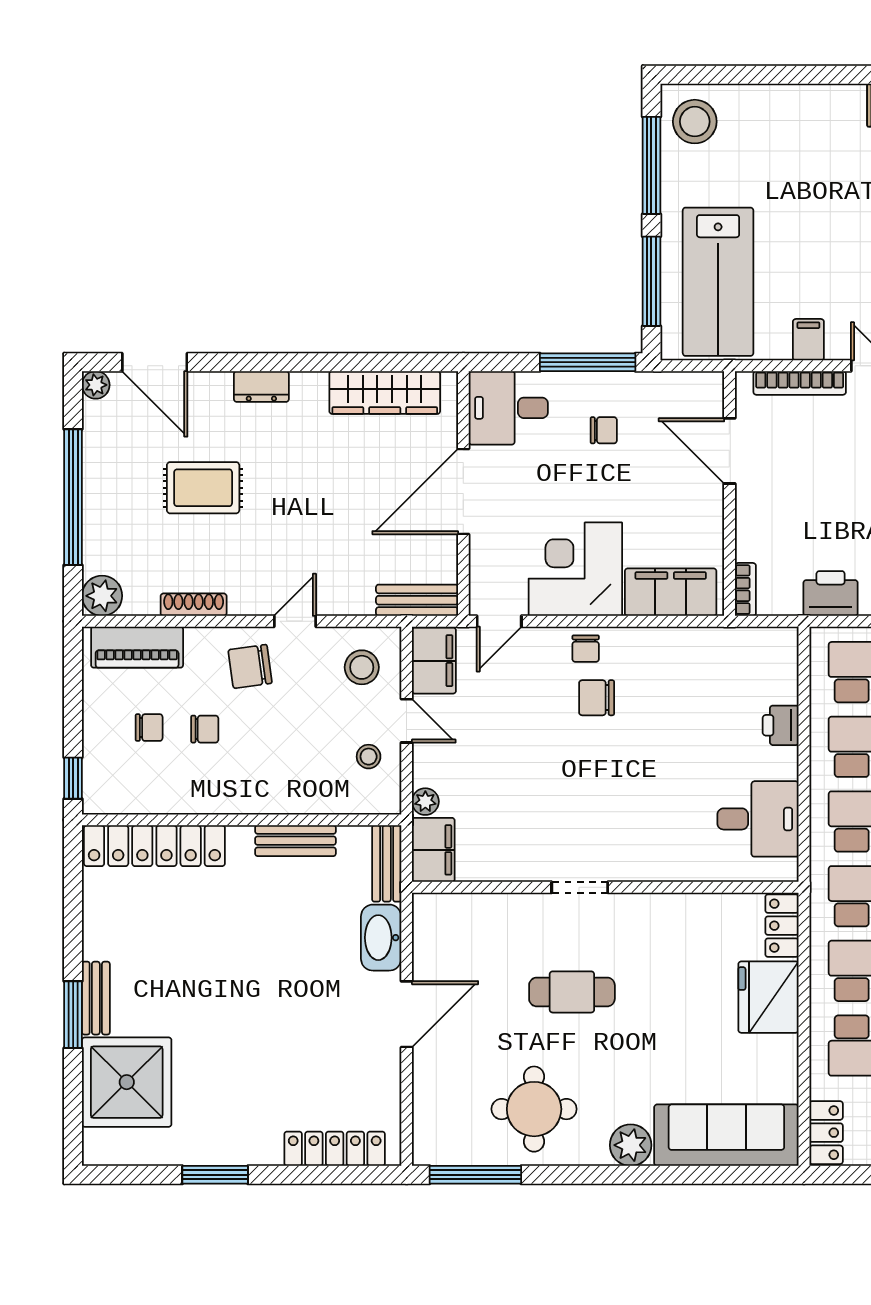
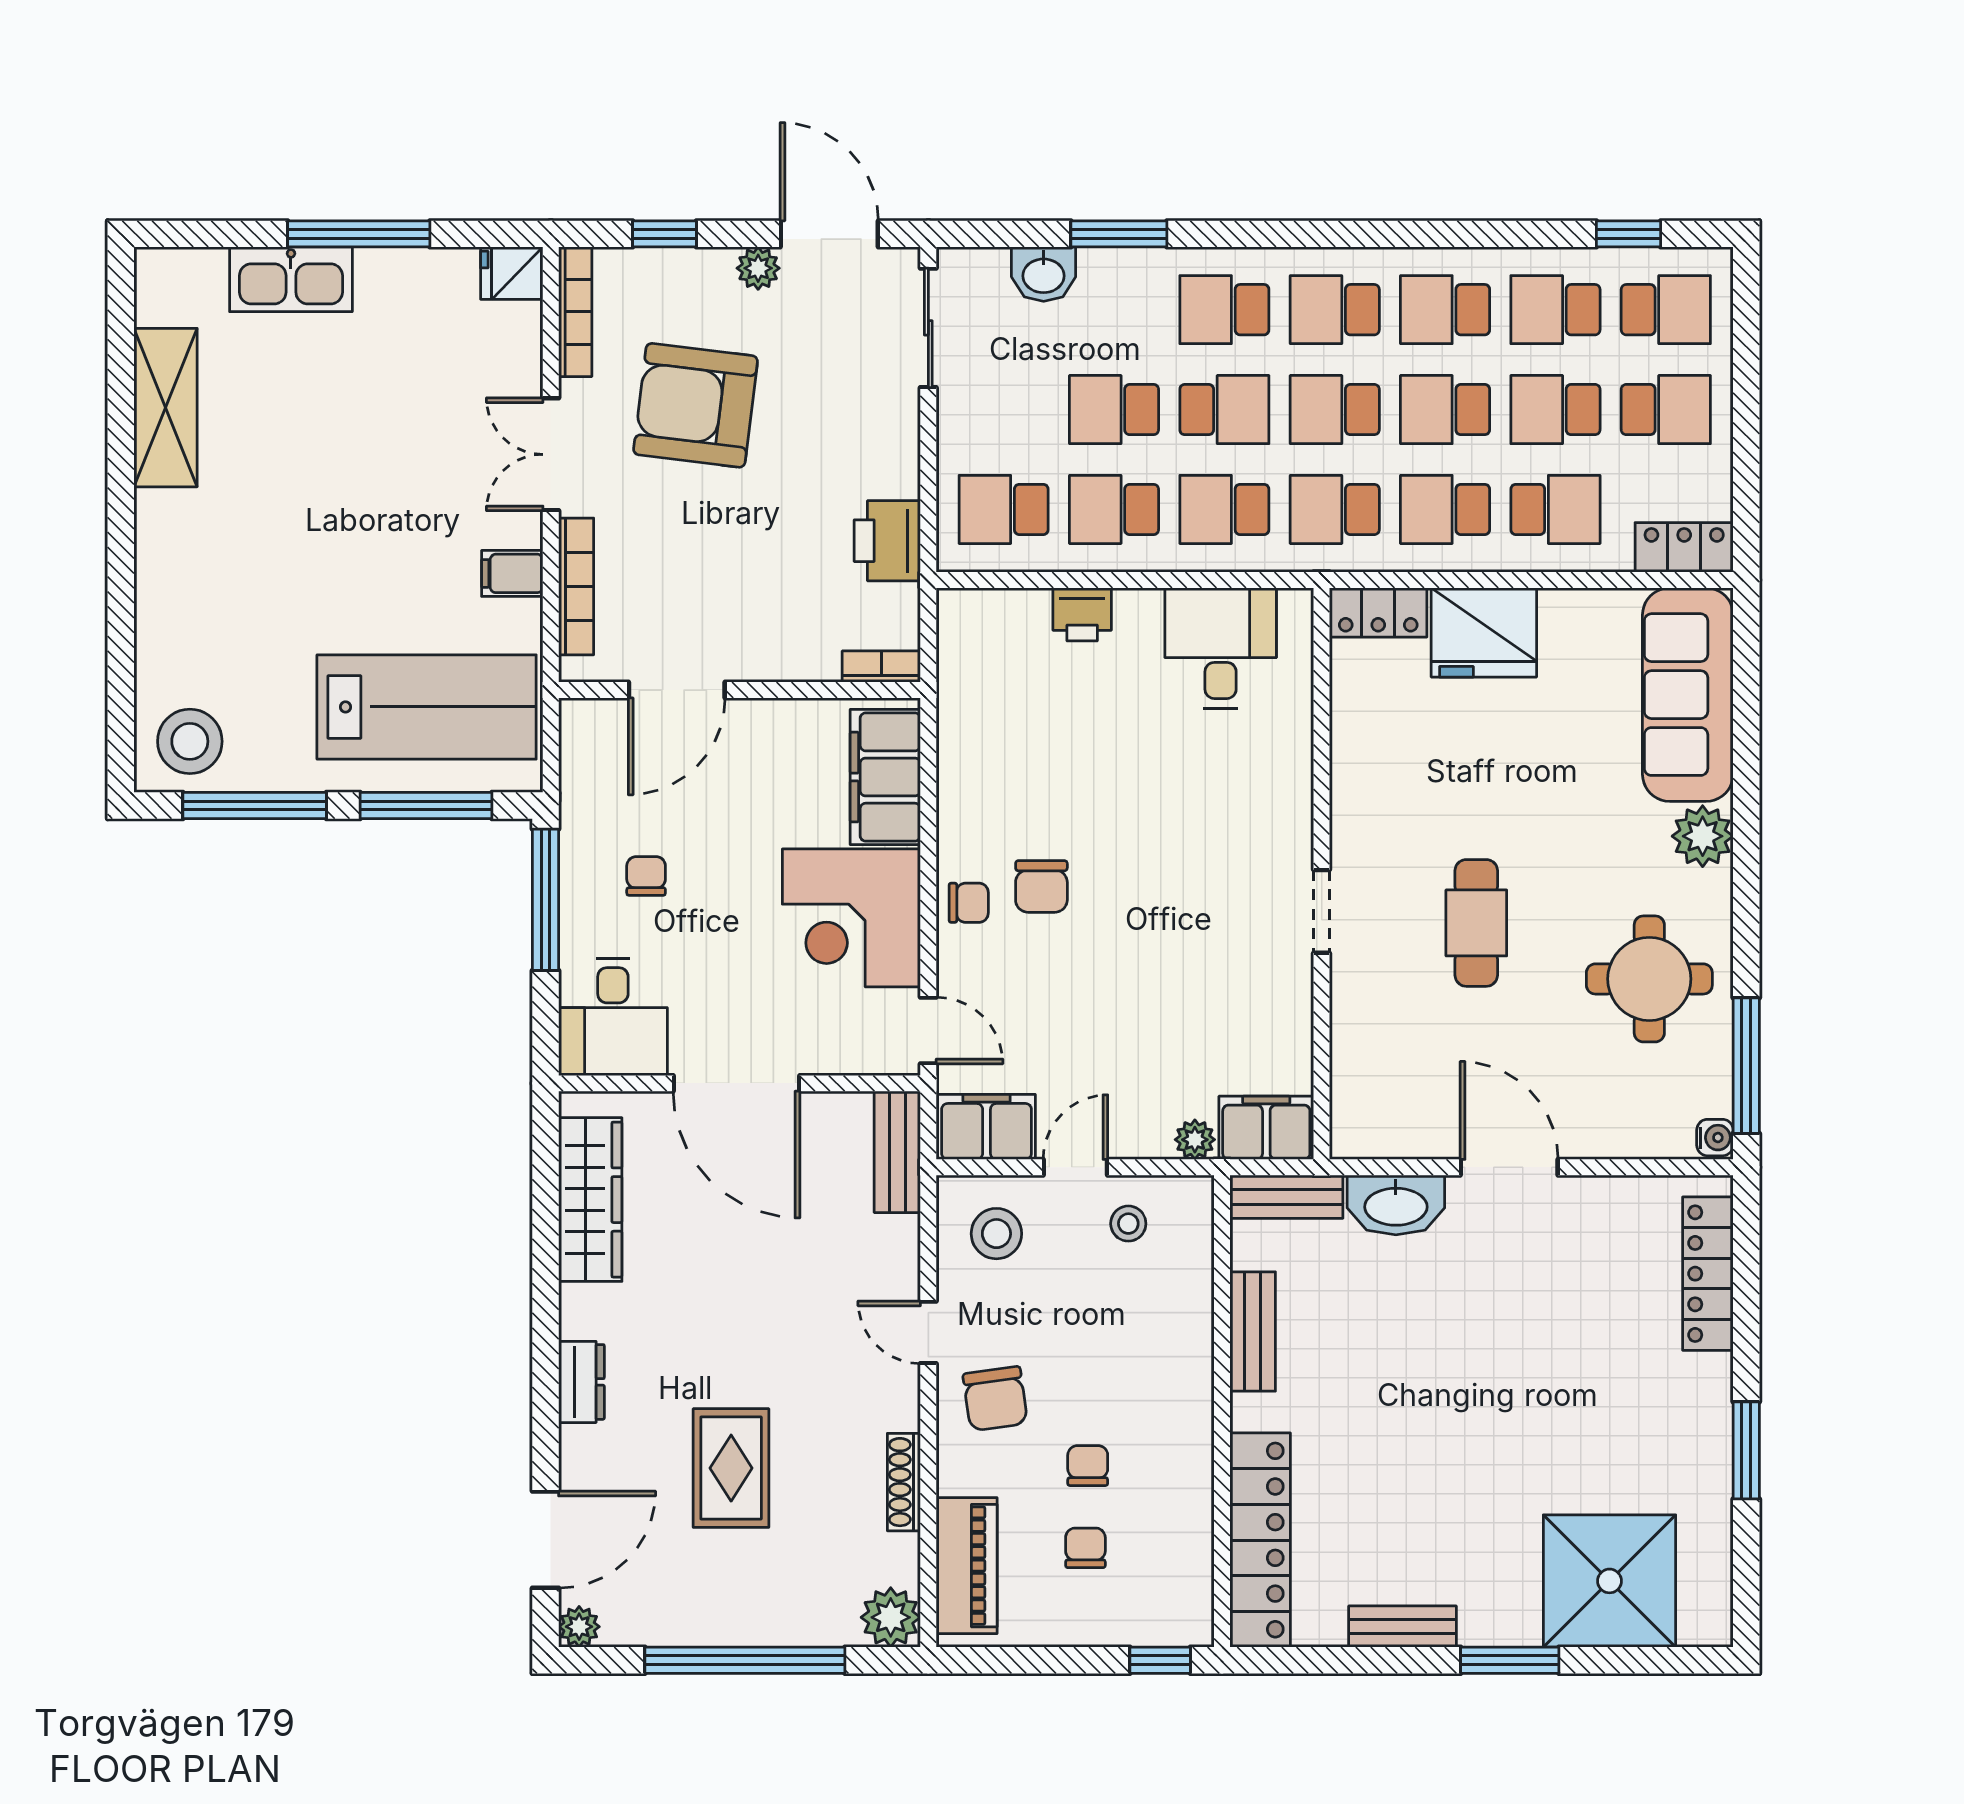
bench: (96, 998) -> (1403, 1627), moved
water cooler: (427, 1153) -> (1715, 1138), added

